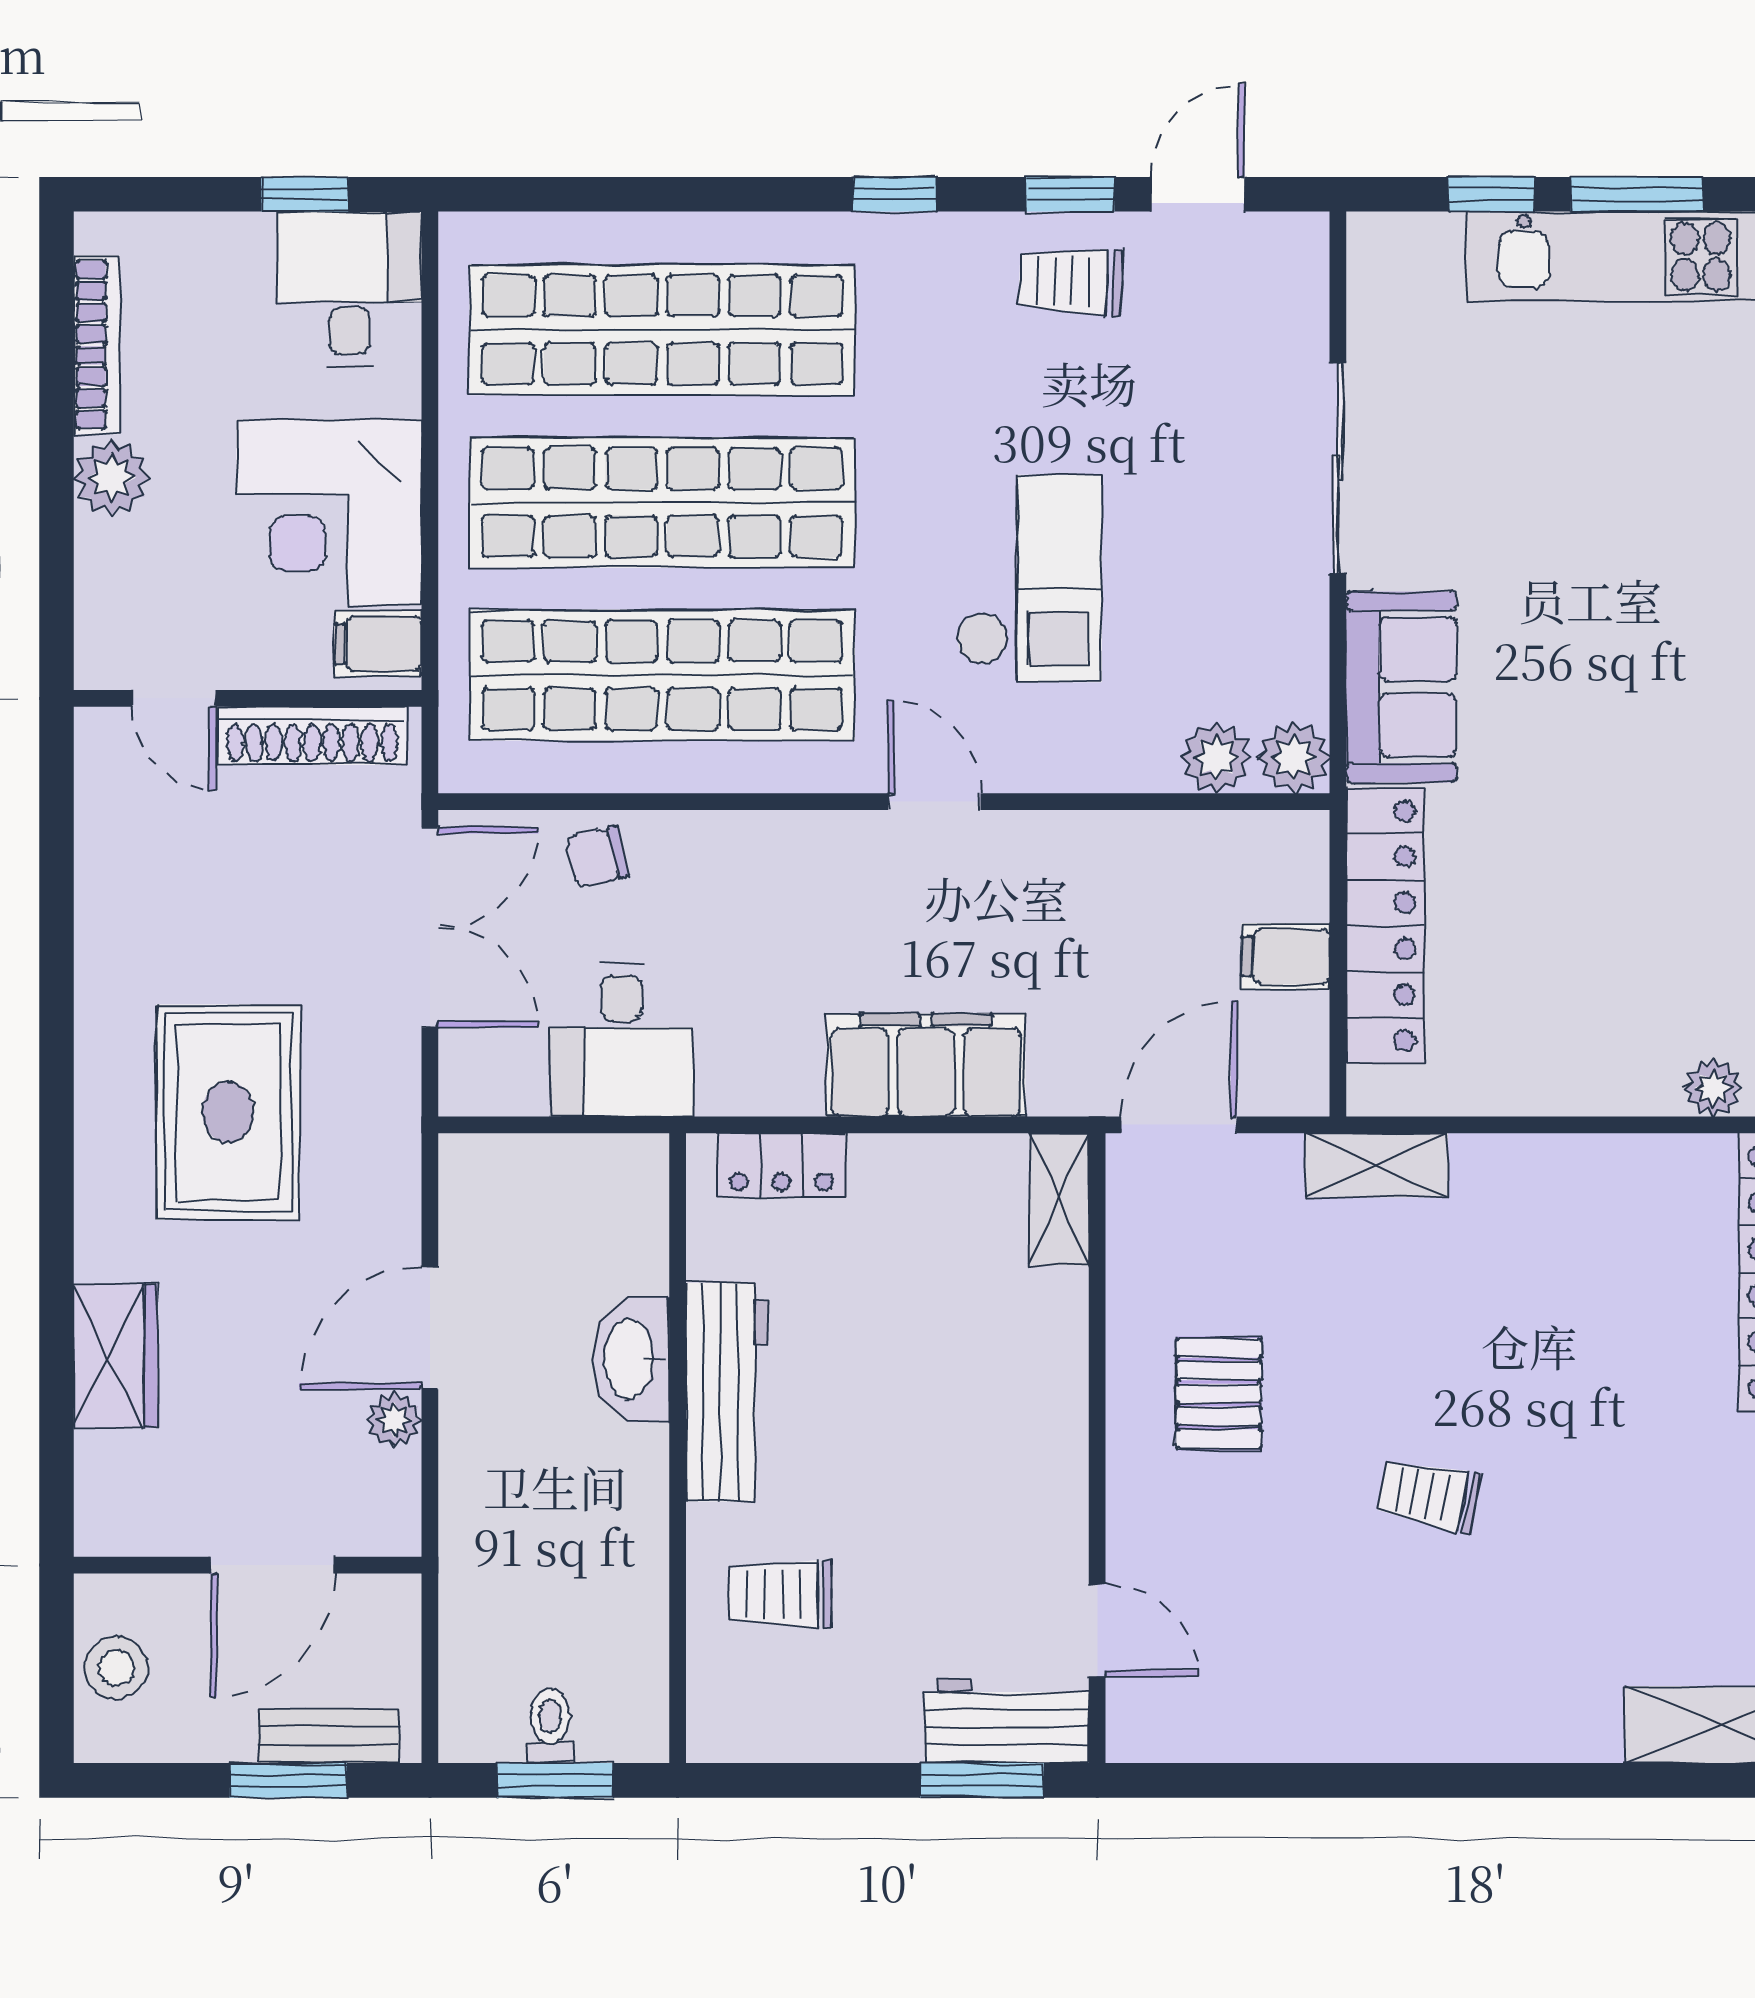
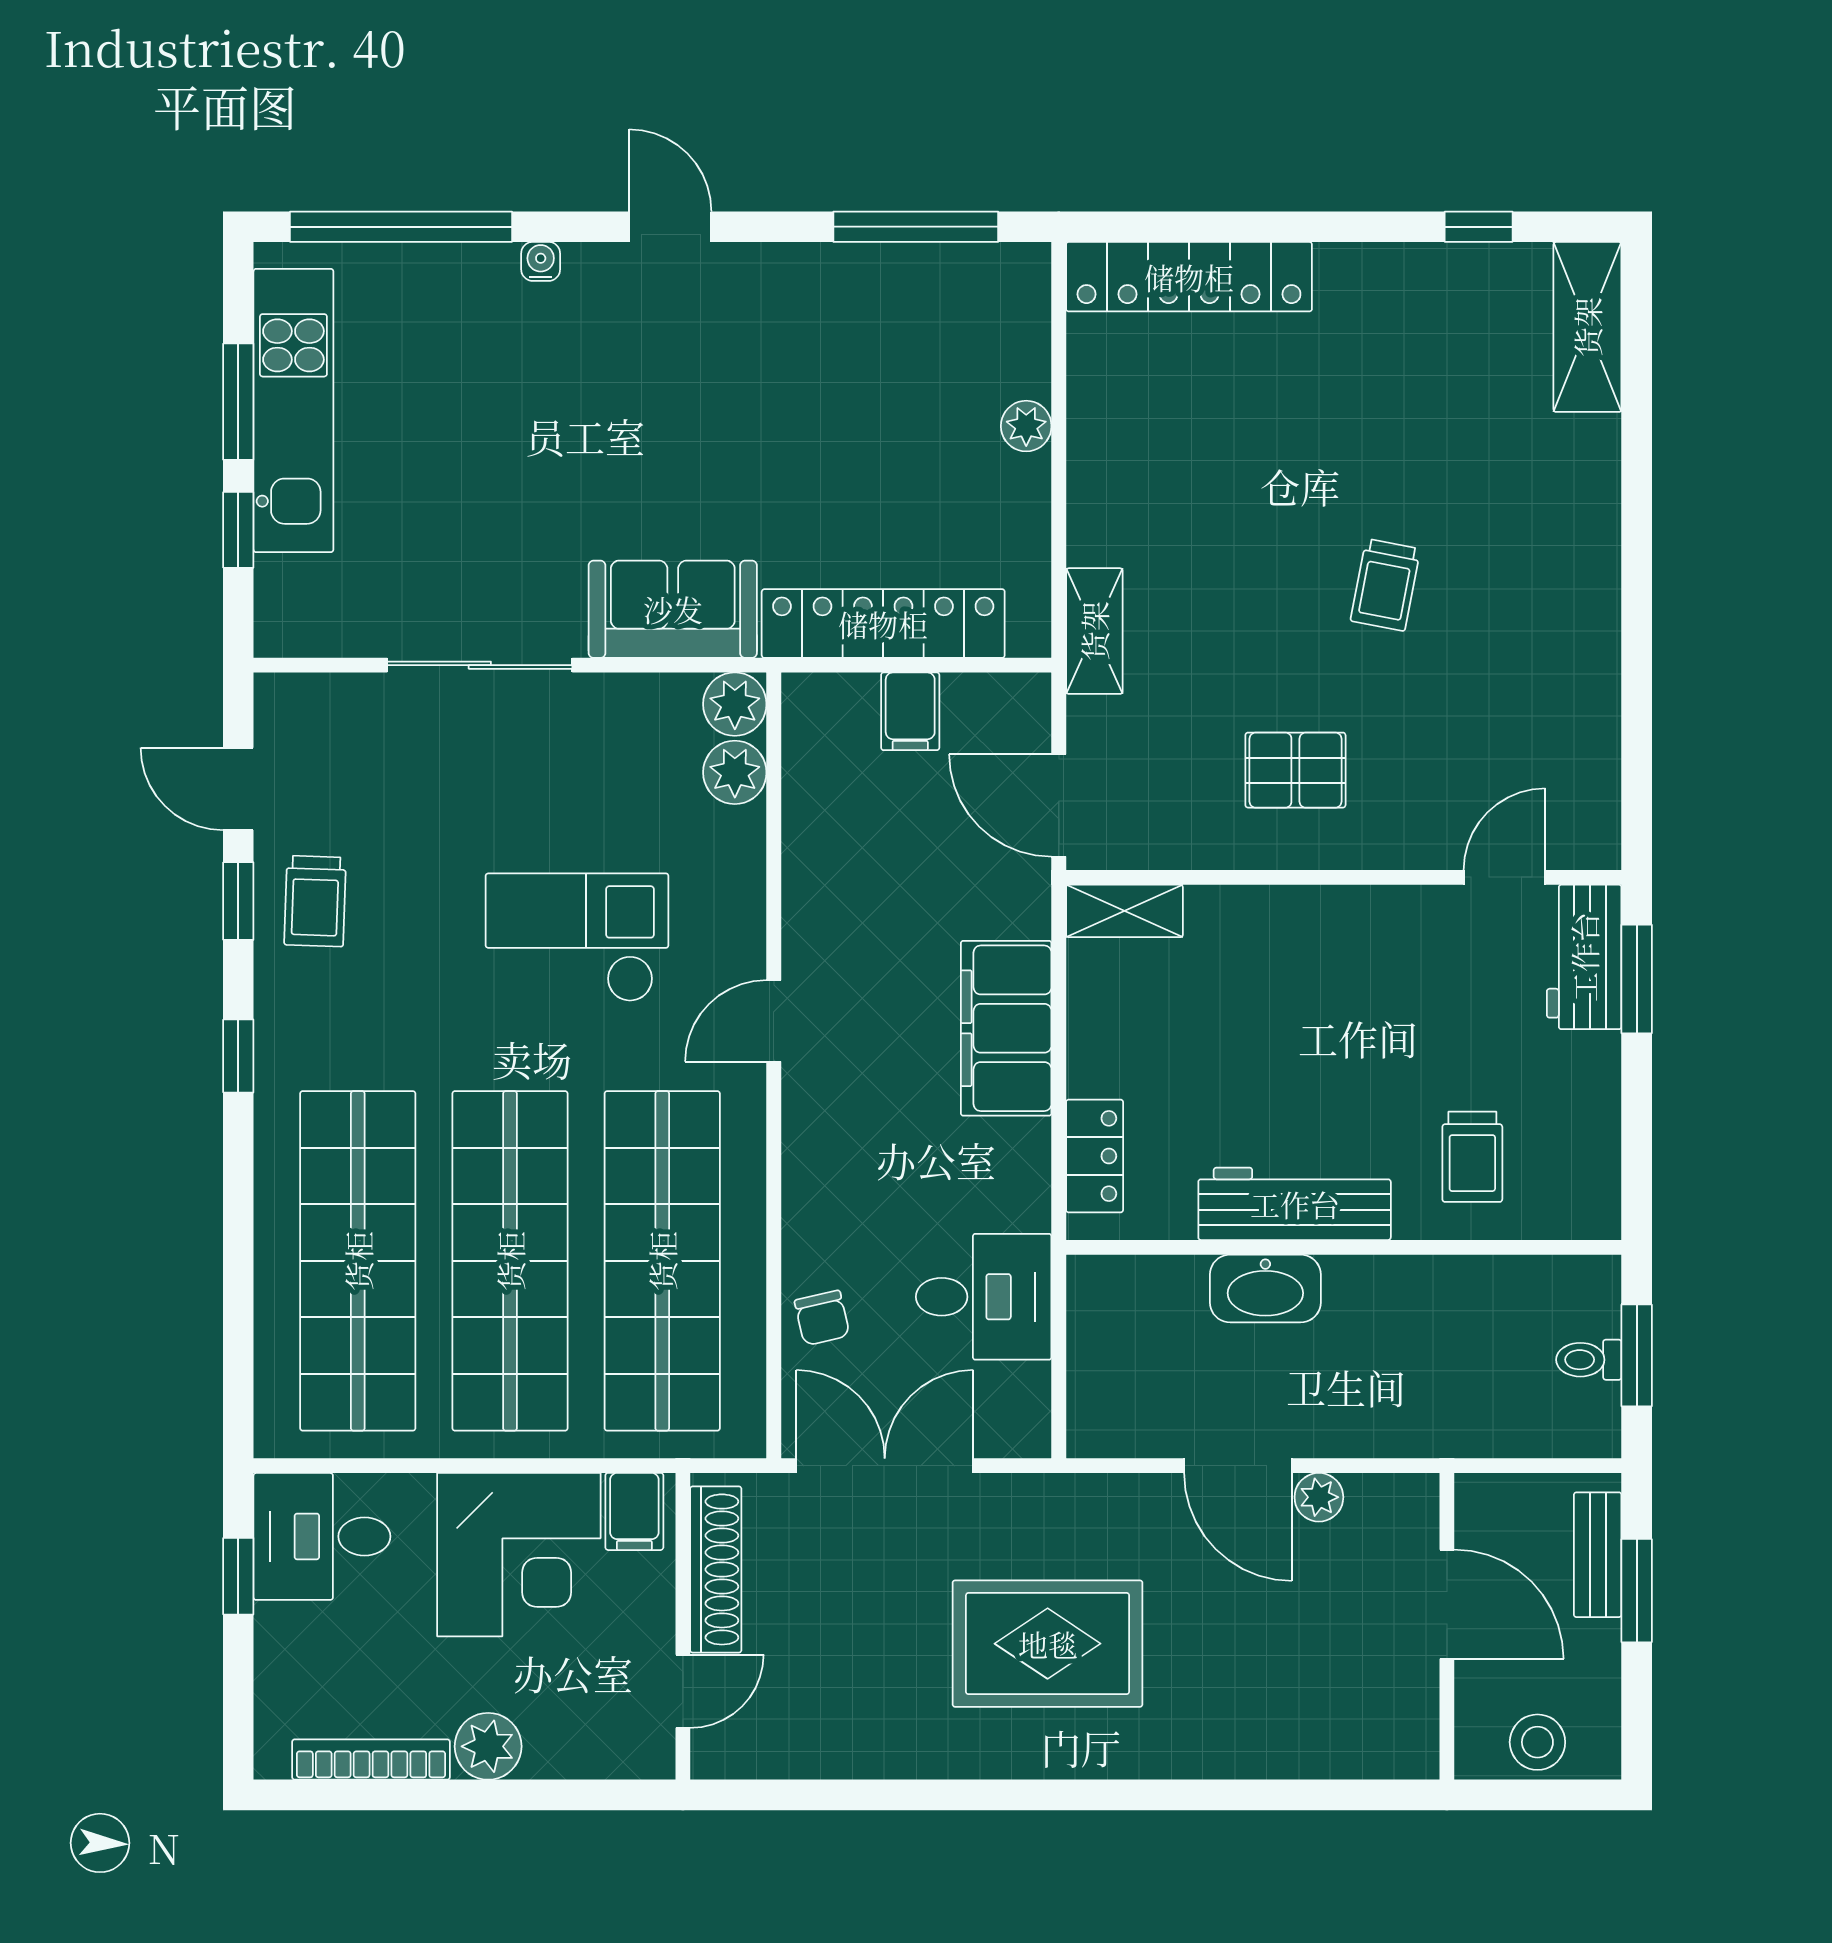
plant: (1713, 1088) -> (1026, 426), moved
wardrobe: (115, 1356) -> (1262, 1743), removed

